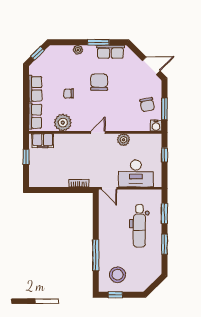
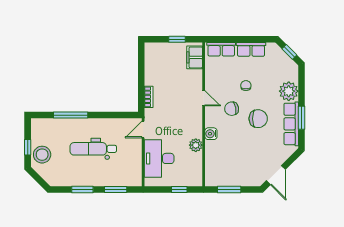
plant: (78, 50) -> (289, 91), width x1.87, depth x1.87
row of seats: (111, 52) -> (291, 124), width x1.48
chair: (147, 105) -> (232, 109), moved
plant: (63, 123) -> (214, 79), removed
water cooler: (156, 126) -> (211, 134), moved
door: (98, 132) -> (204, 98), moved
dental chair: (139, 226) -> (93, 149), moved
stool: (118, 275) -> (42, 155), moved
window: (115, 295) -> (28, 147), moved

